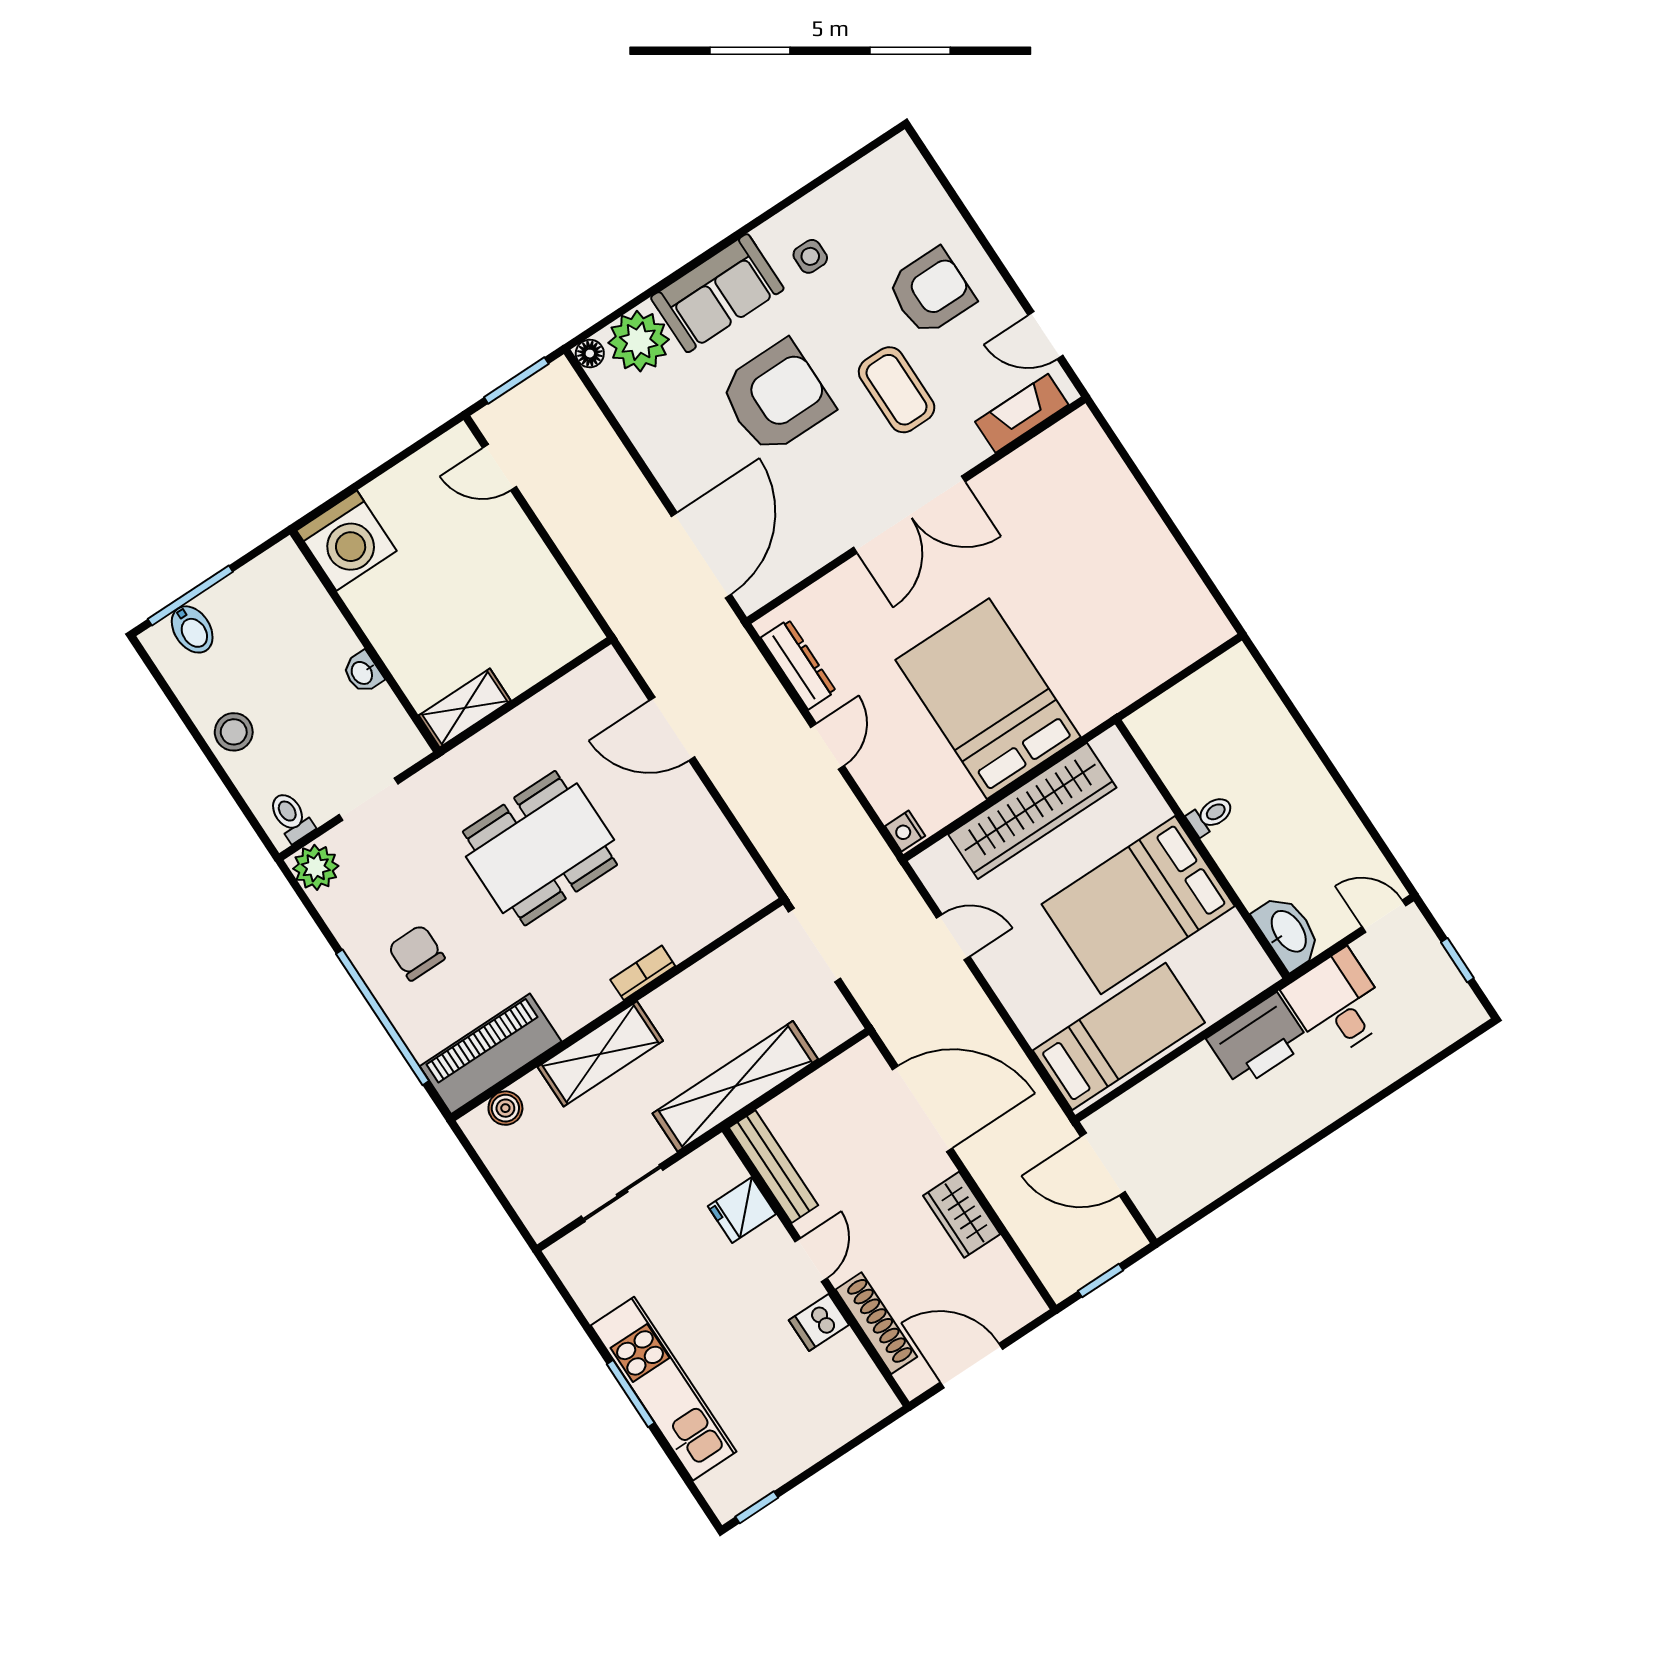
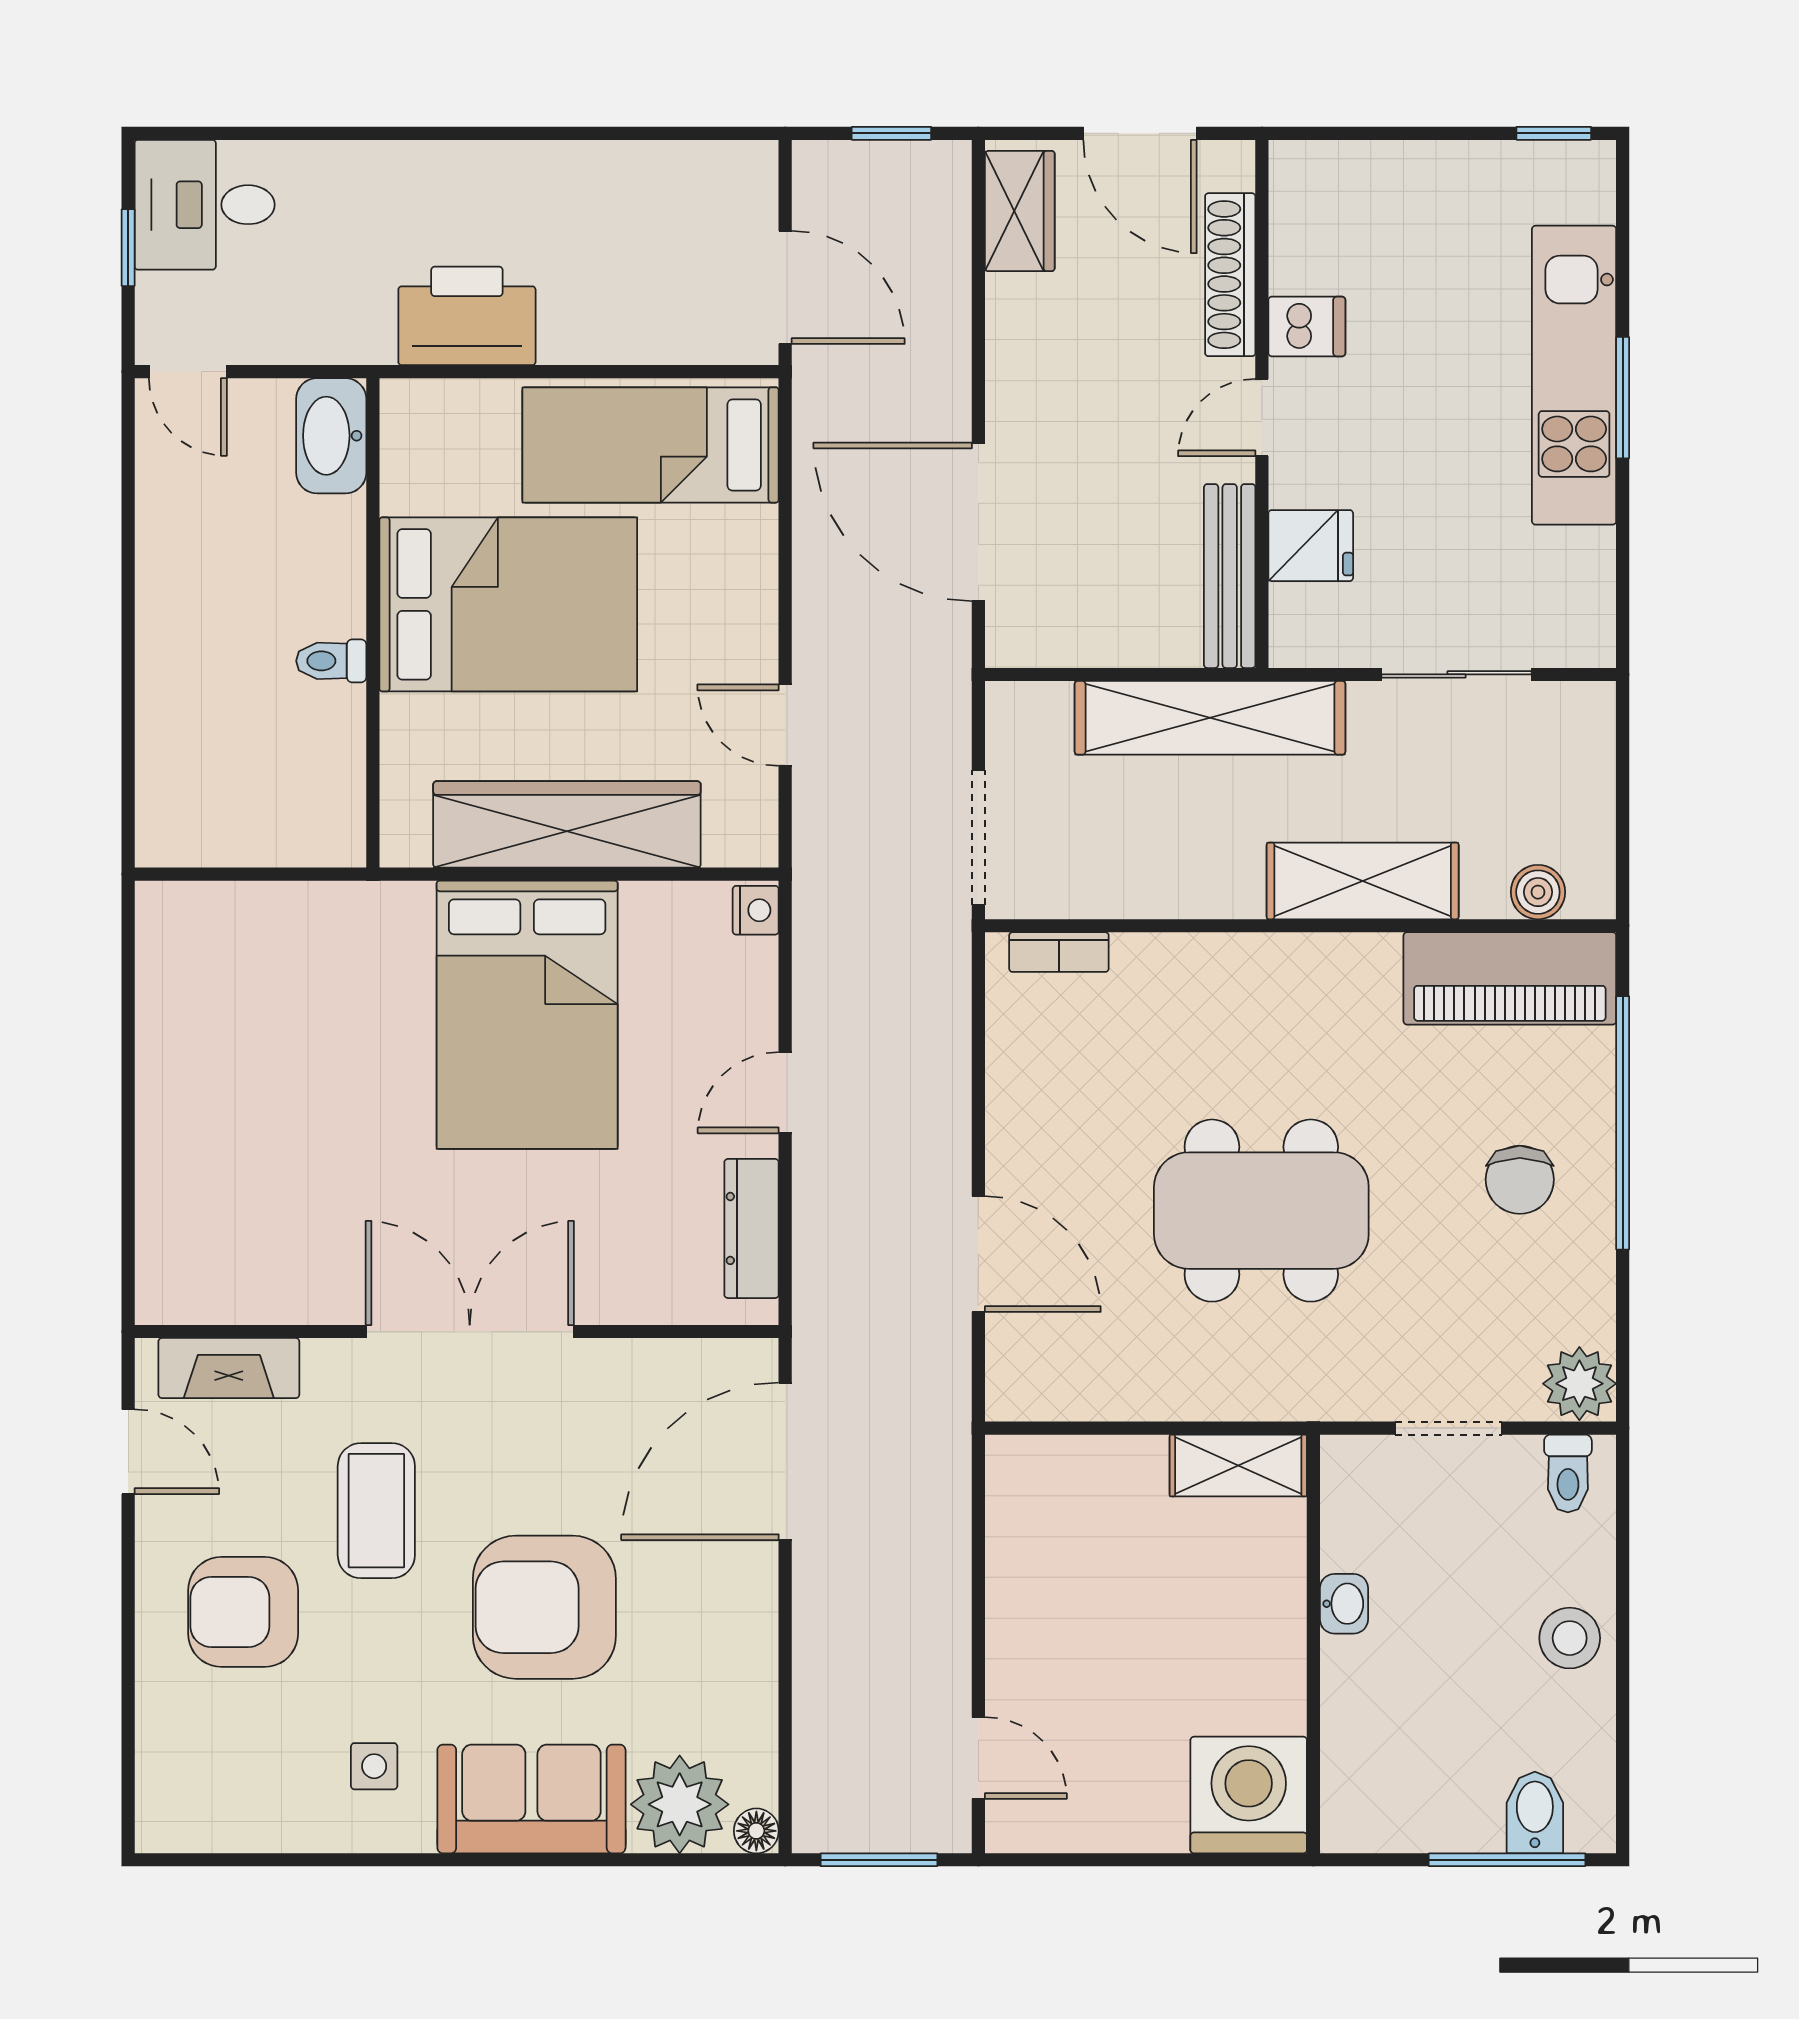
bookcase: (643, 973) -> (1059, 952), moved
desk: (1337, 1004) -> (205, 205), moved, turned 90
wardrobe: (962, 1215) -> (1020, 211), moved

